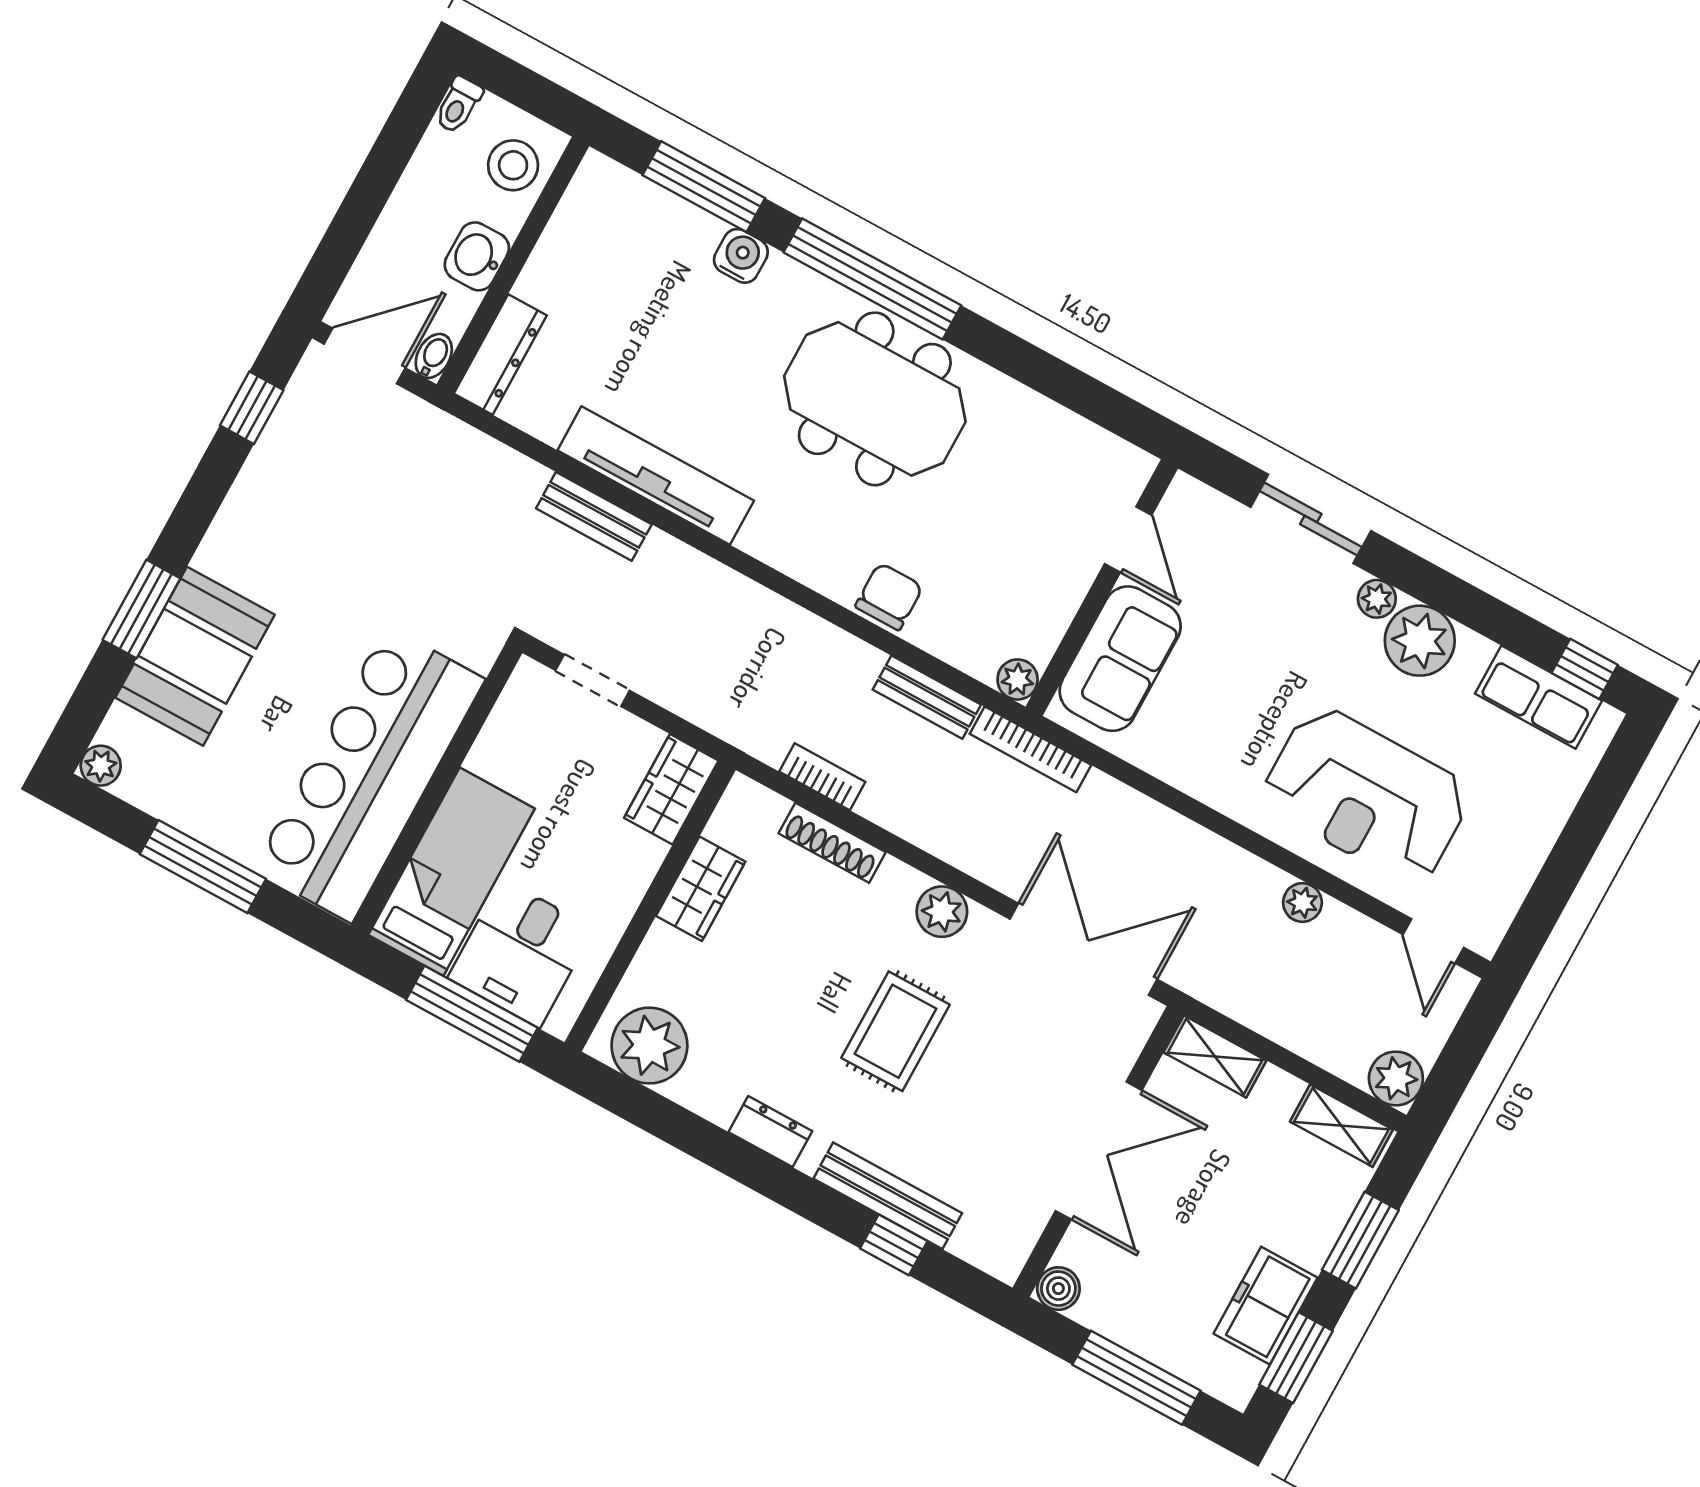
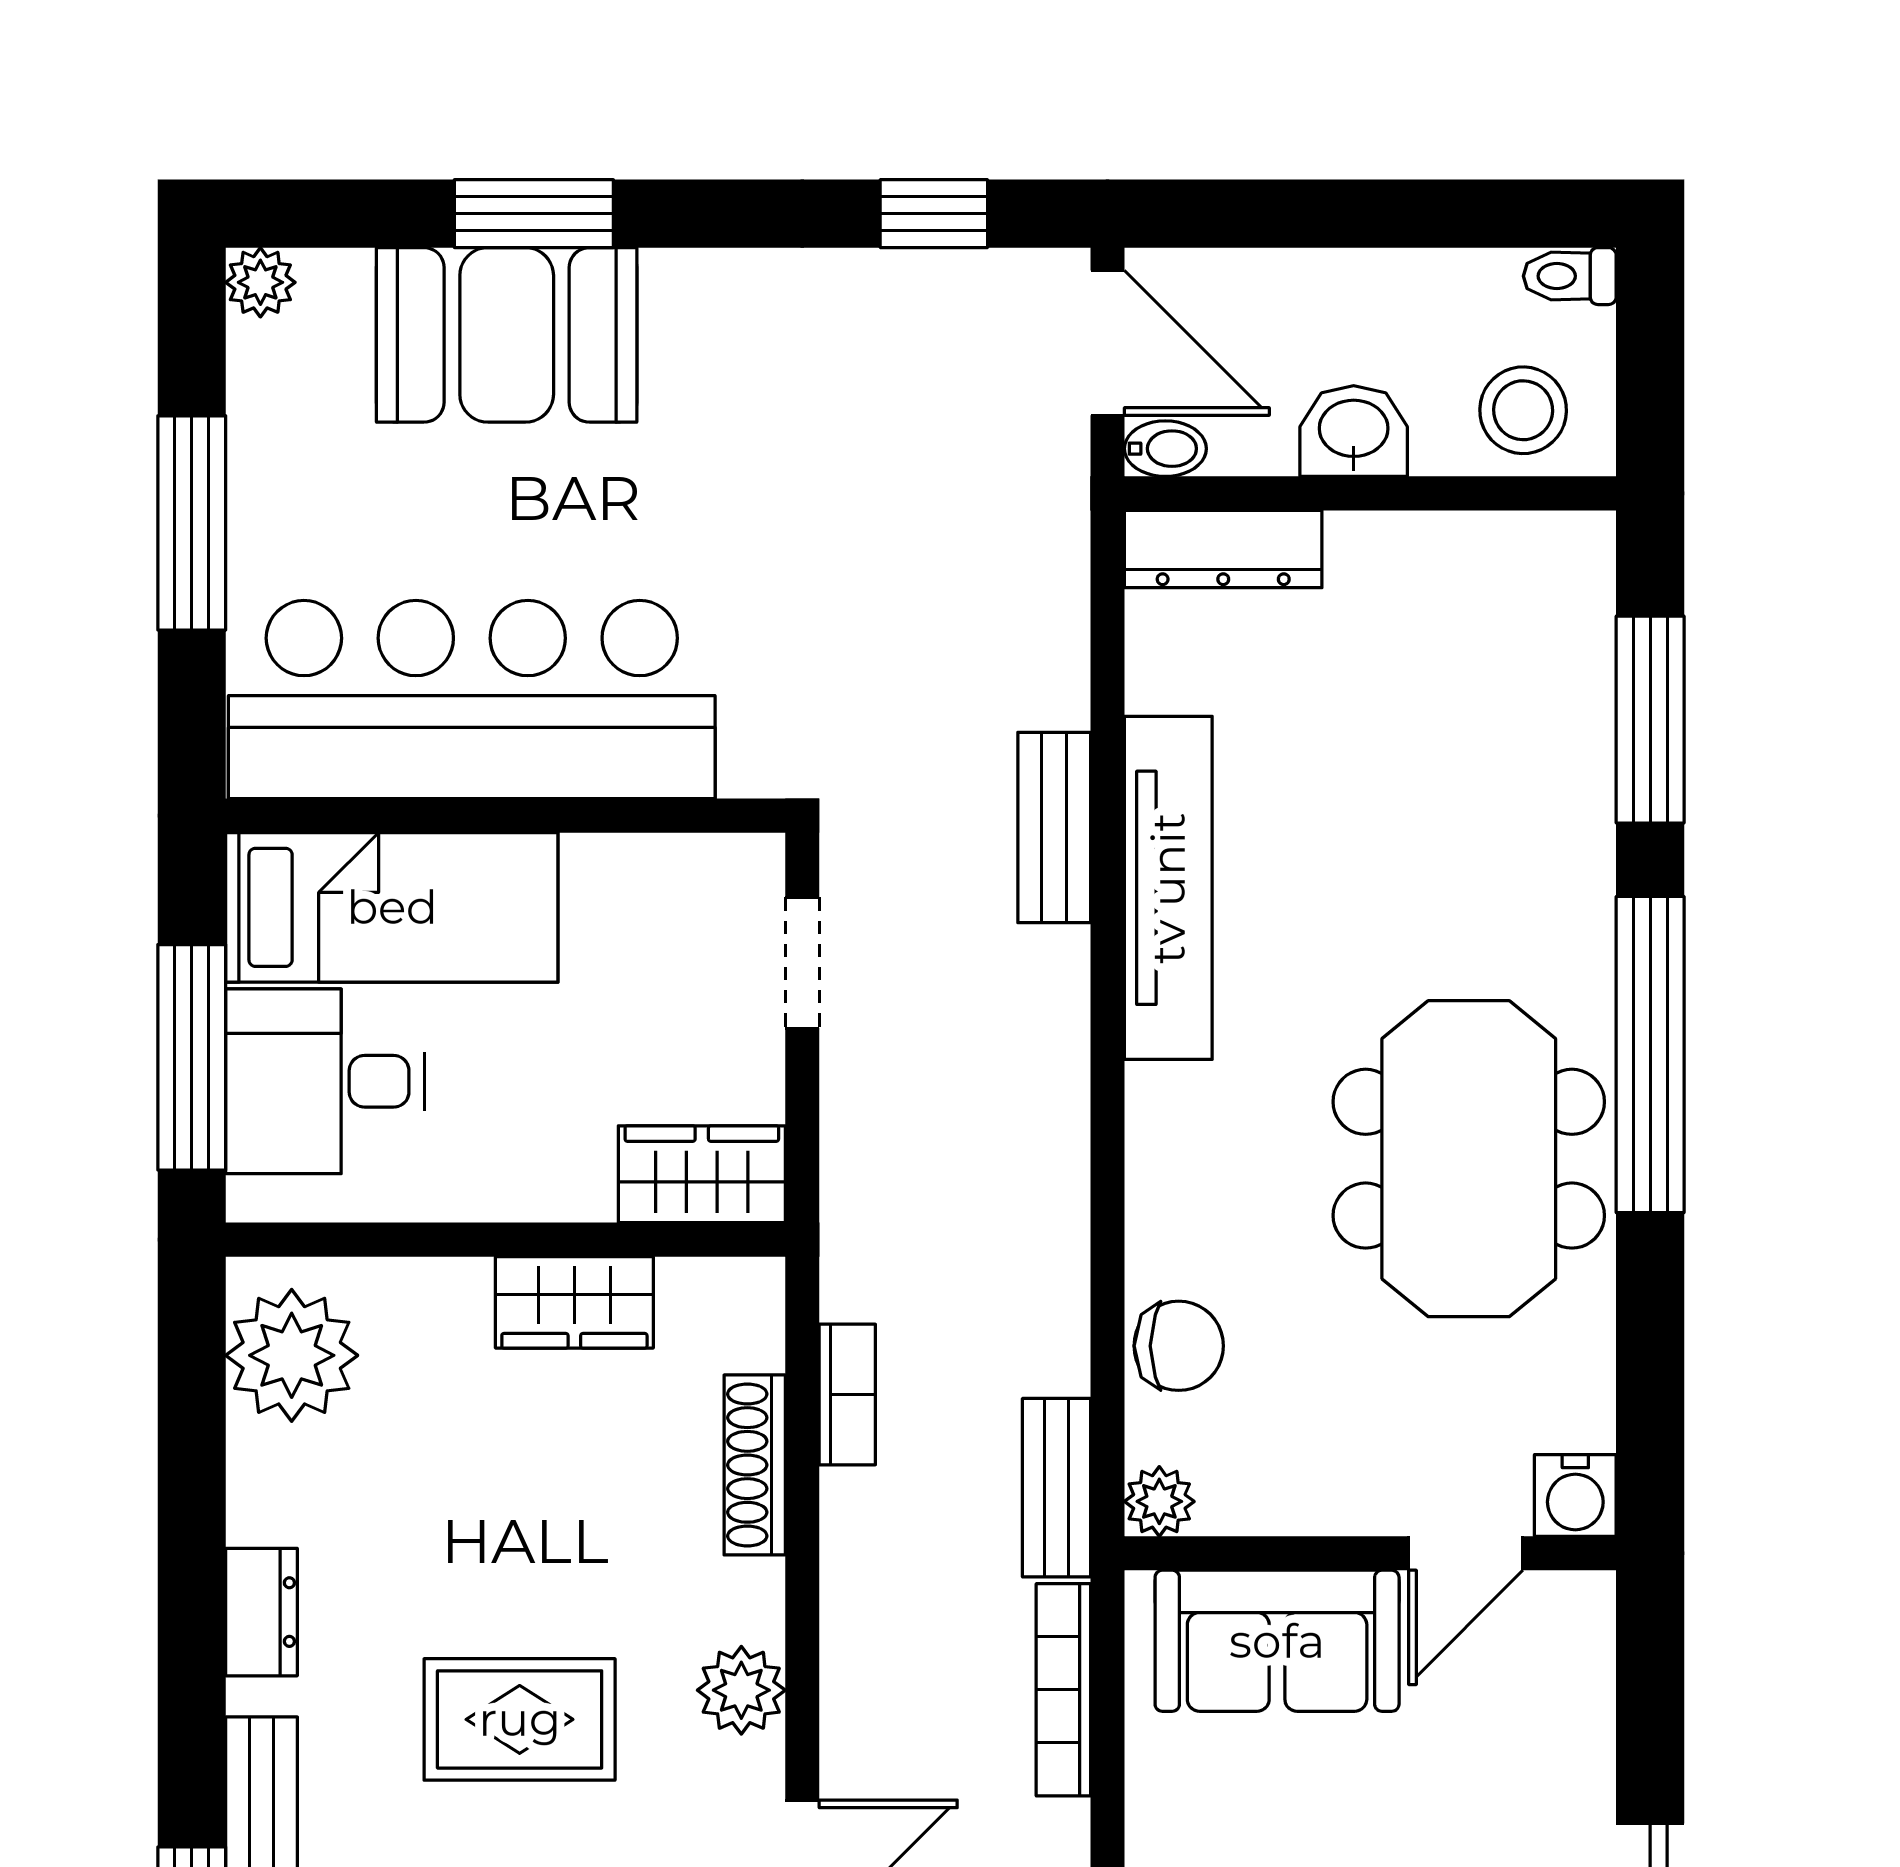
water cooler: (741, 256) -> (1575, 1495), moved, turned 90
door: (1128, 540) -> (1466, 1553), moved
wall: (1102, 588) -> (1370, 1553), moved
sofa: (1120, 659) -> (1277, 1641), moved
plant: (1018, 679) -> (1159, 1501), moved

